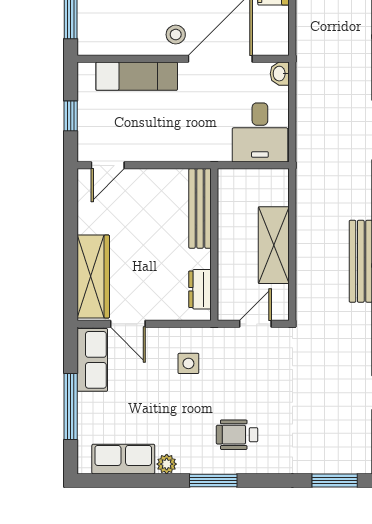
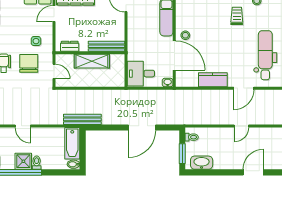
shelving: (274, 245) -> (92, 61), moved
chair: (238, 379) -> (29, 63), added

